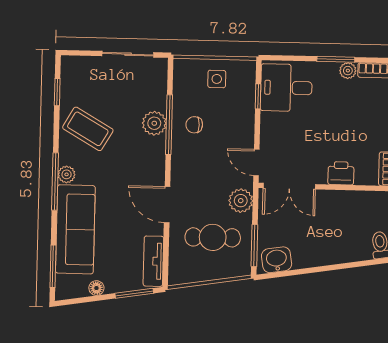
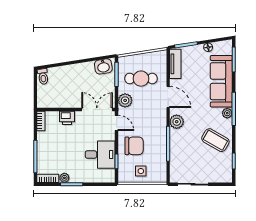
desk: (286, 88) -> (100, 155), moved
plant: (154, 123) -> (177, 122), moved
chair: (194, 125) -> (134, 146), moved, width x1.87, depth x1.87

